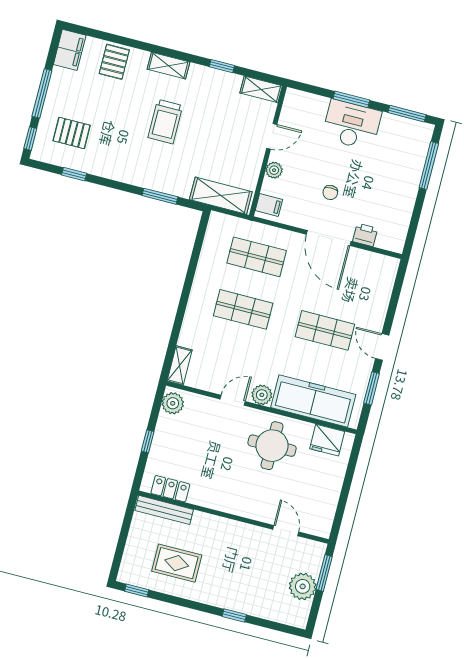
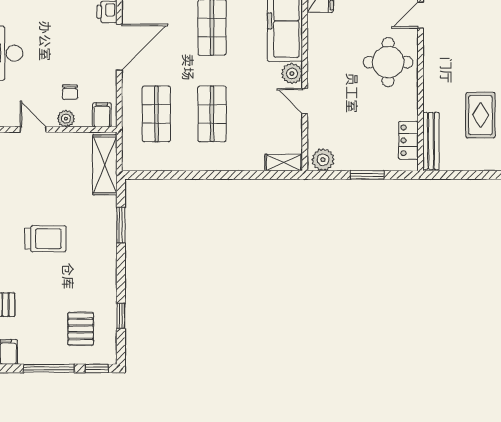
chair: (330, 193) -> (70, 92), moved, turned 90
window: (148, 441) -> (367, 175), width x1.50
round table: (272, 446) -> (388, 62), moved

